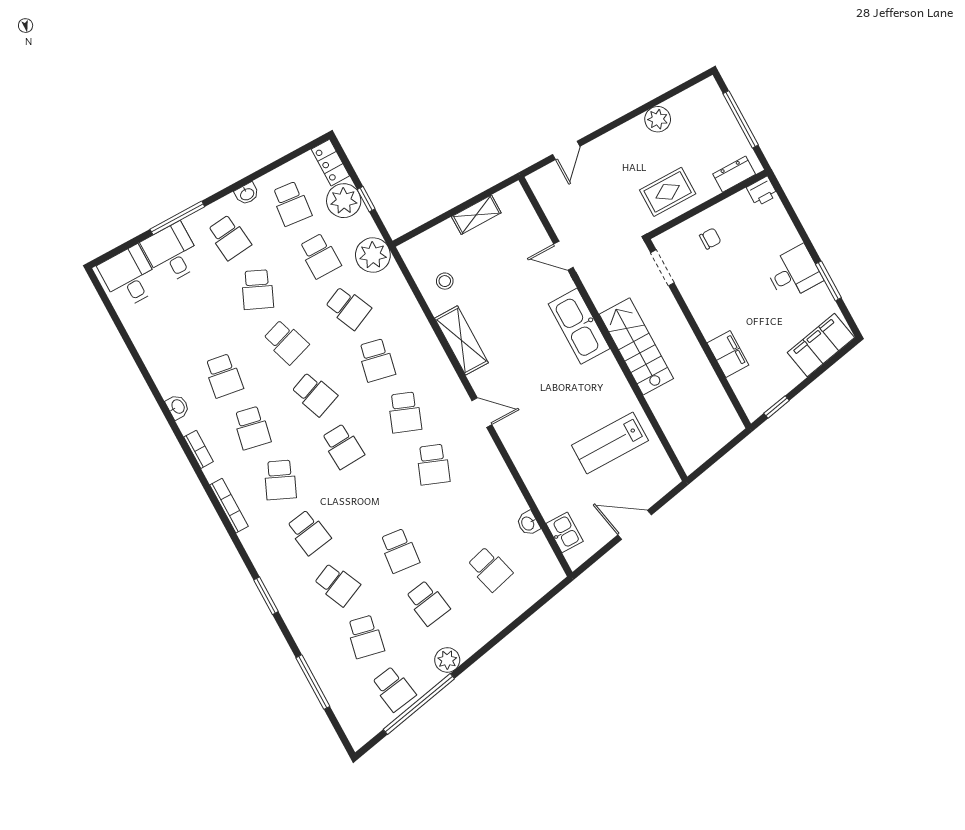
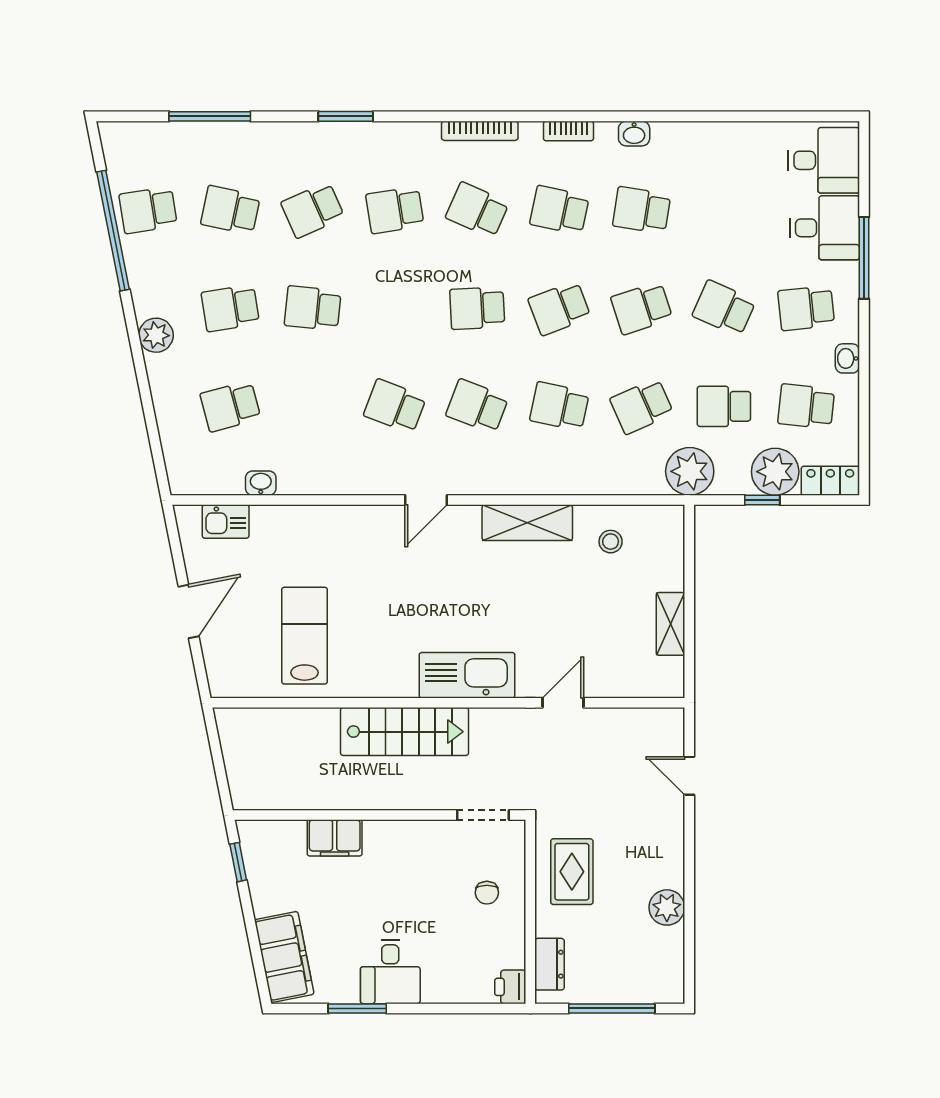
plant: (447, 660) -> (156, 335), moved

